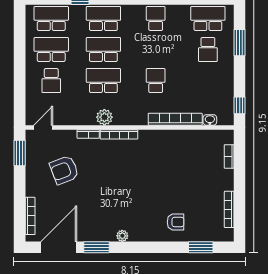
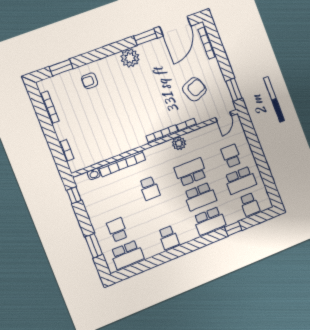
school desk: (51, 18) -> (250, 204), width x0.54
school desk: (103, 81) -> (191, 172), turned 180
plant: (122, 236) -> (130, 58), width x1.87, depth x1.87

